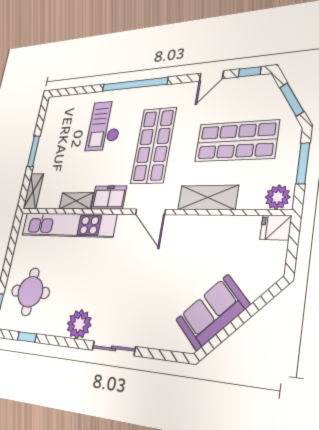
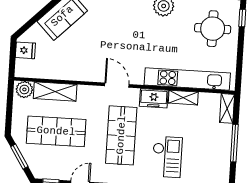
window: (33, 151) -> (234, 143), width x1.44
window: (303, 163) -> (9, 111), removed
shelving: (208, 197) -> (55, 92), moved
fridge: (276, 228) -> (25, 50), moved

